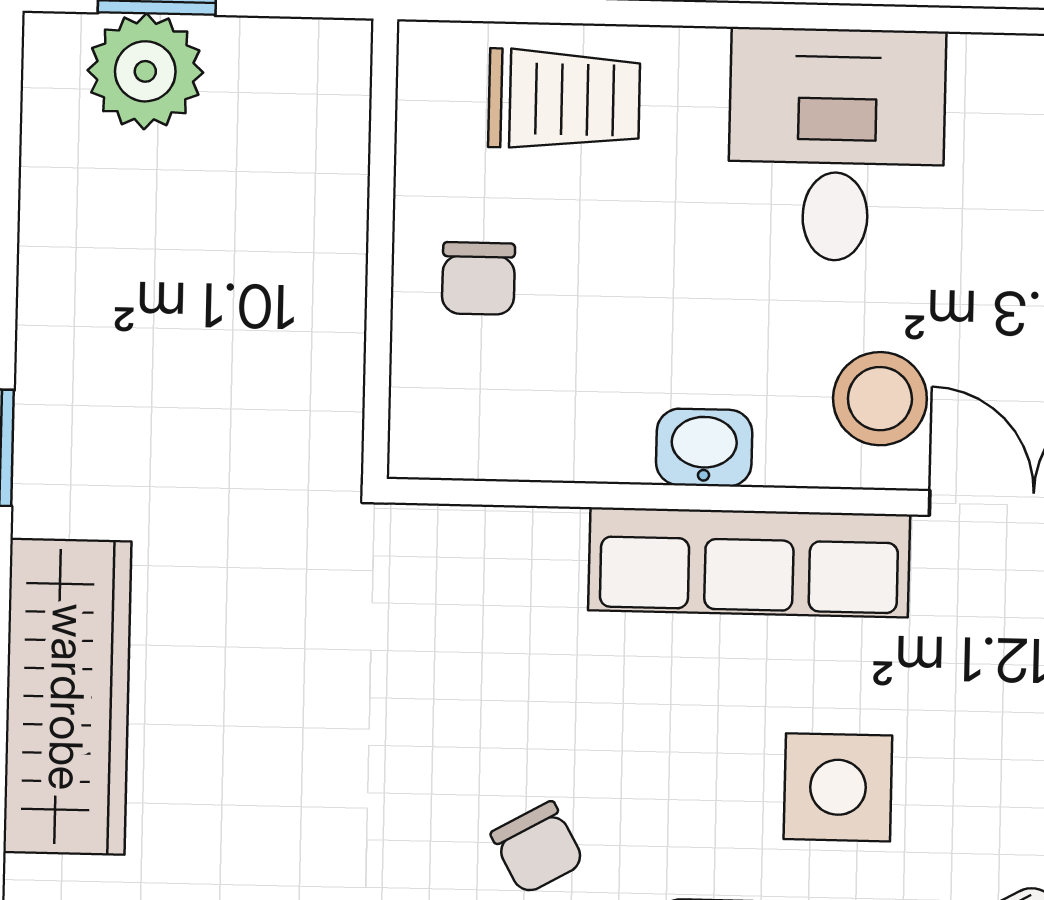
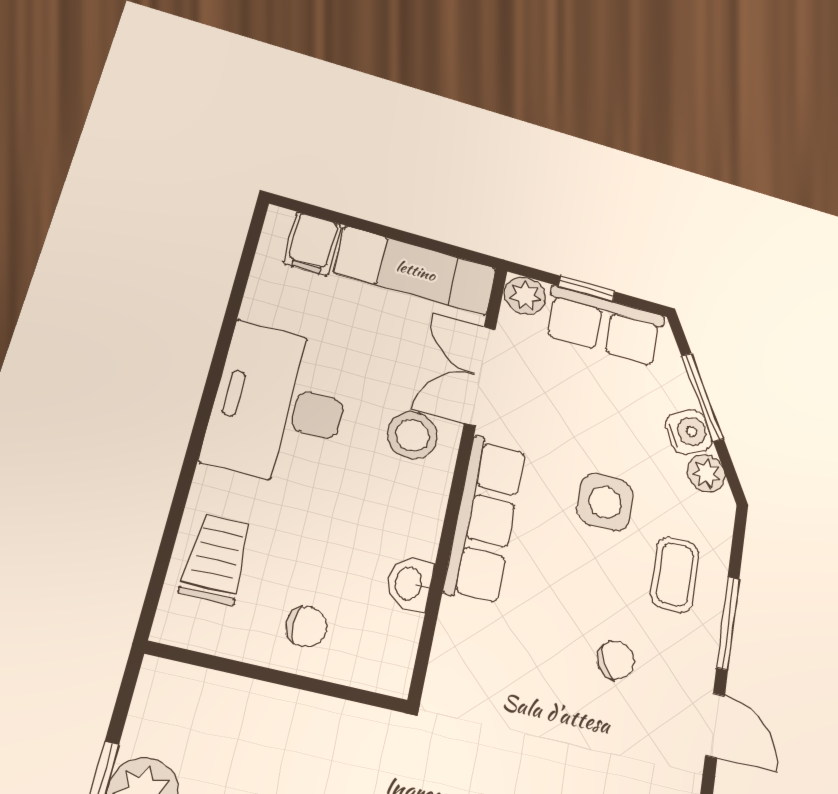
desk: (837, 145) -> (279, 405), width x1.37
washbasin: (704, 448) -> (410, 584), moved

